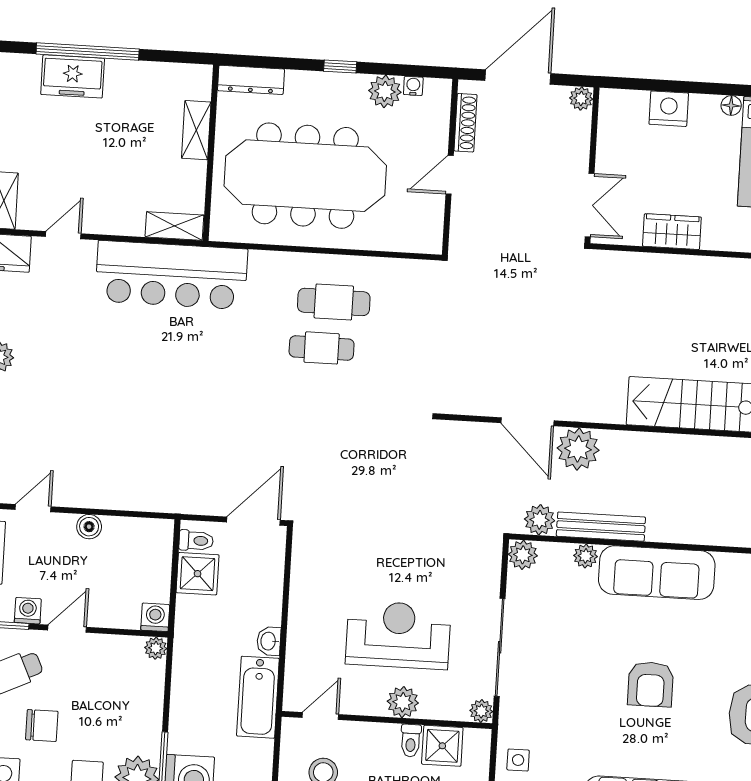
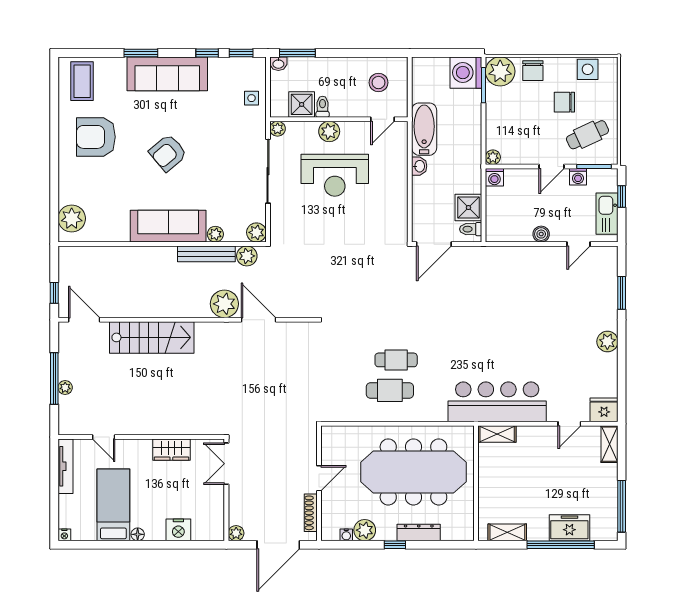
dresser: (251, 80) -> (419, 533), moved
shelving: (196, 130) -> (507, 532), moved, turned 90
armchair: (651, 684) -> (168, 153), turned -130

